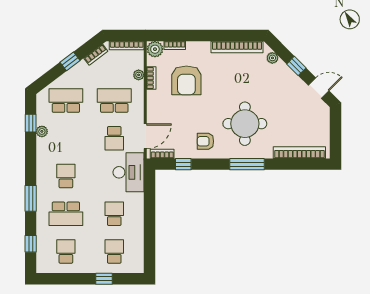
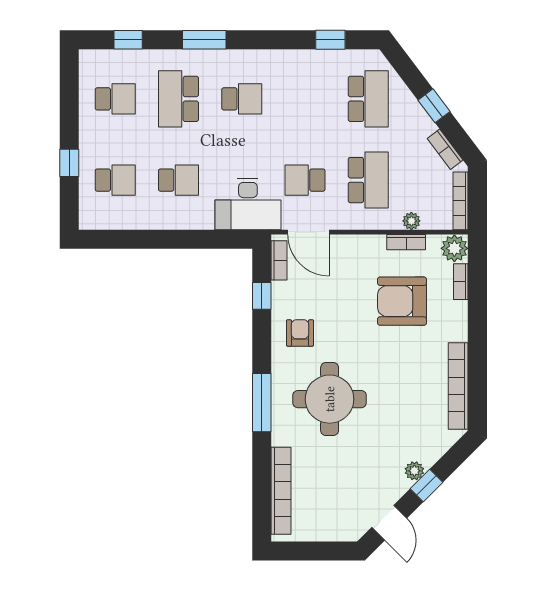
plant: (272, 58) -> (414, 471), moved
plant: (42, 131) -> (316, 59), removed

